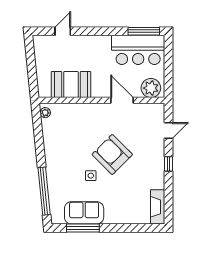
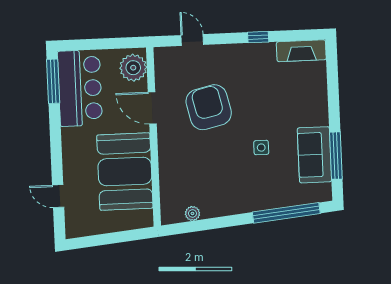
booth: (71, 85) -> (125, 172), width x1.36, depth x1.42
door: (122, 100) -> (152, 108), hinge flipped
plant: (45, 113) -> (192, 213), moved
armchair: (112, 154) -> (209, 107), moved, turned 122
window: (169, 164) -> (258, 37), moved

